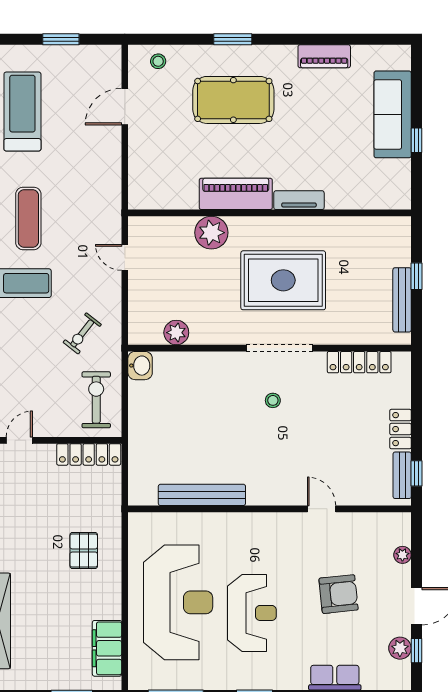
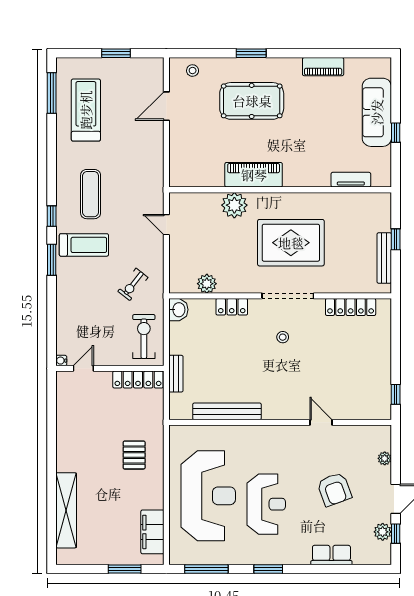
tv unit: (299, 200) -> (351, 180), moved
locker: (400, 429) -> (232, 307), moved, turned -90
bench: (402, 475) -> (176, 374), moved
armchair: (339, 594) -> (334, 489), turned 76

